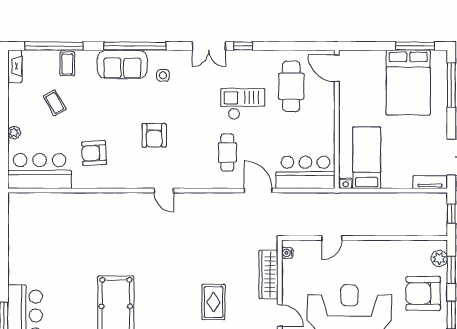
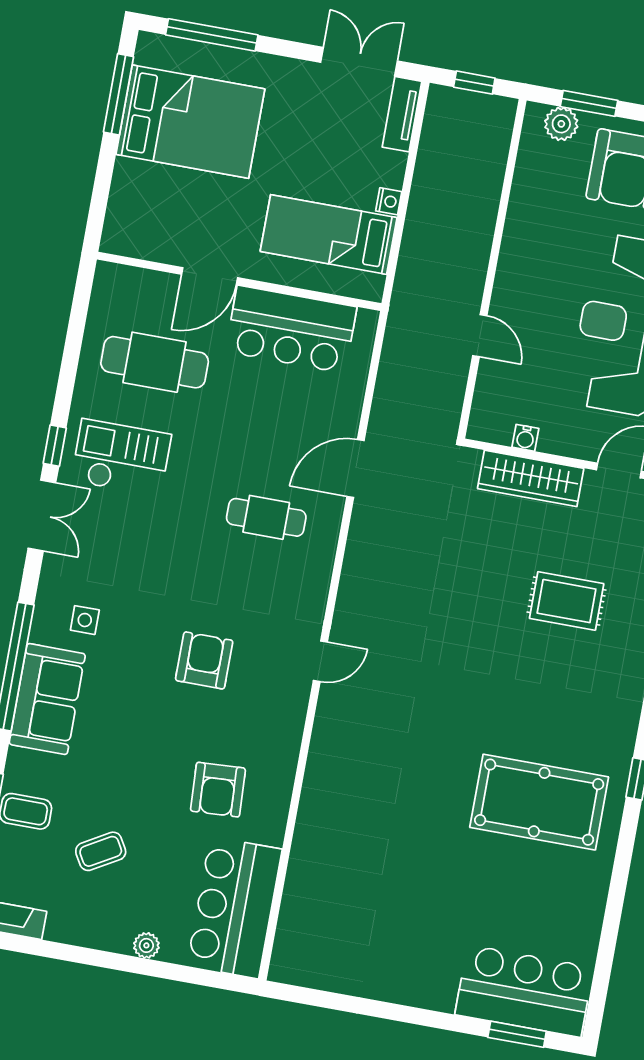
door: (337, 68) -> (210, 276), moved
checkout: (243, 104) -> (121, 458), moved, turned 90
armchair: (154, 135) -> (204, 660), turned -90
bar counter: (305, 172) -> (291, 329), moved, turned -90
nightstand: (346, 183) -> (389, 201), moved
water cooler: (287, 253) -> (525, 438), moved

